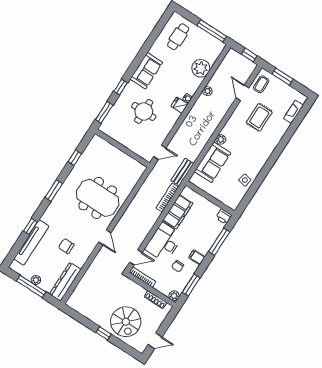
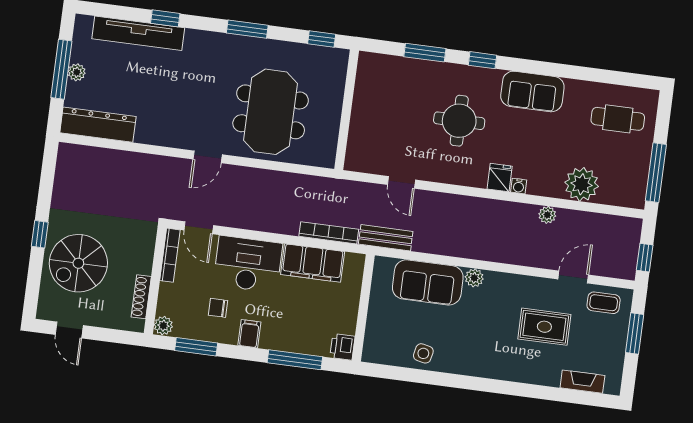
wall: (122, 148) -> (347, 110), moved
chair: (66, 246) -> (161, 97), removed

